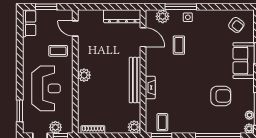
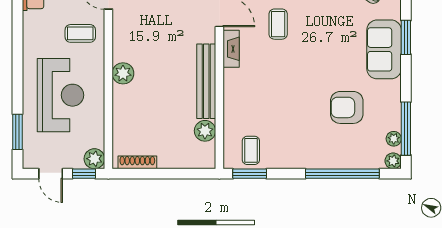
fireplace: (150, 88) -> (231, 49), moved
armchair: (221, 96) -> (347, 107), turned 180
plant: (55, 127) -> (94, 159), moved
plant: (134, 127) -> (205, 131), moved

